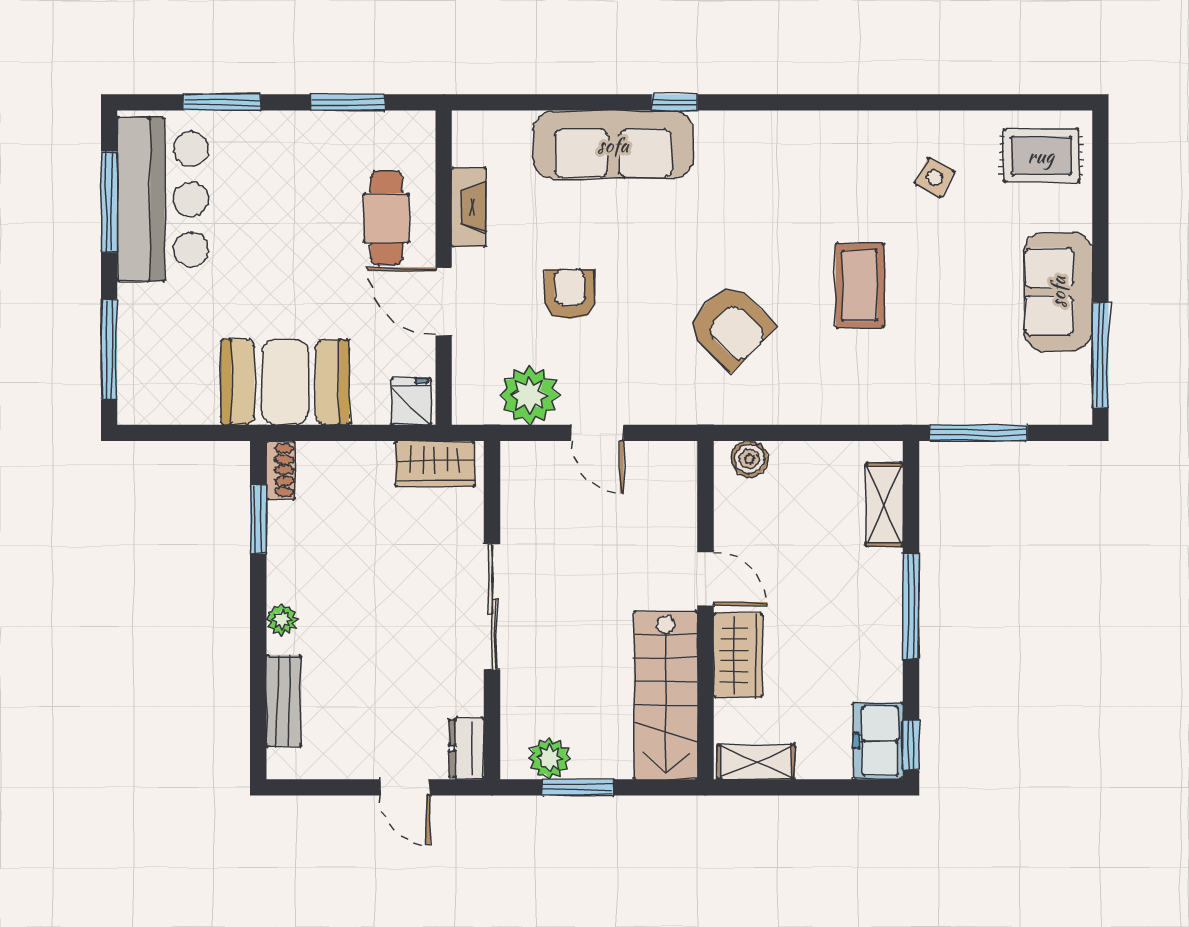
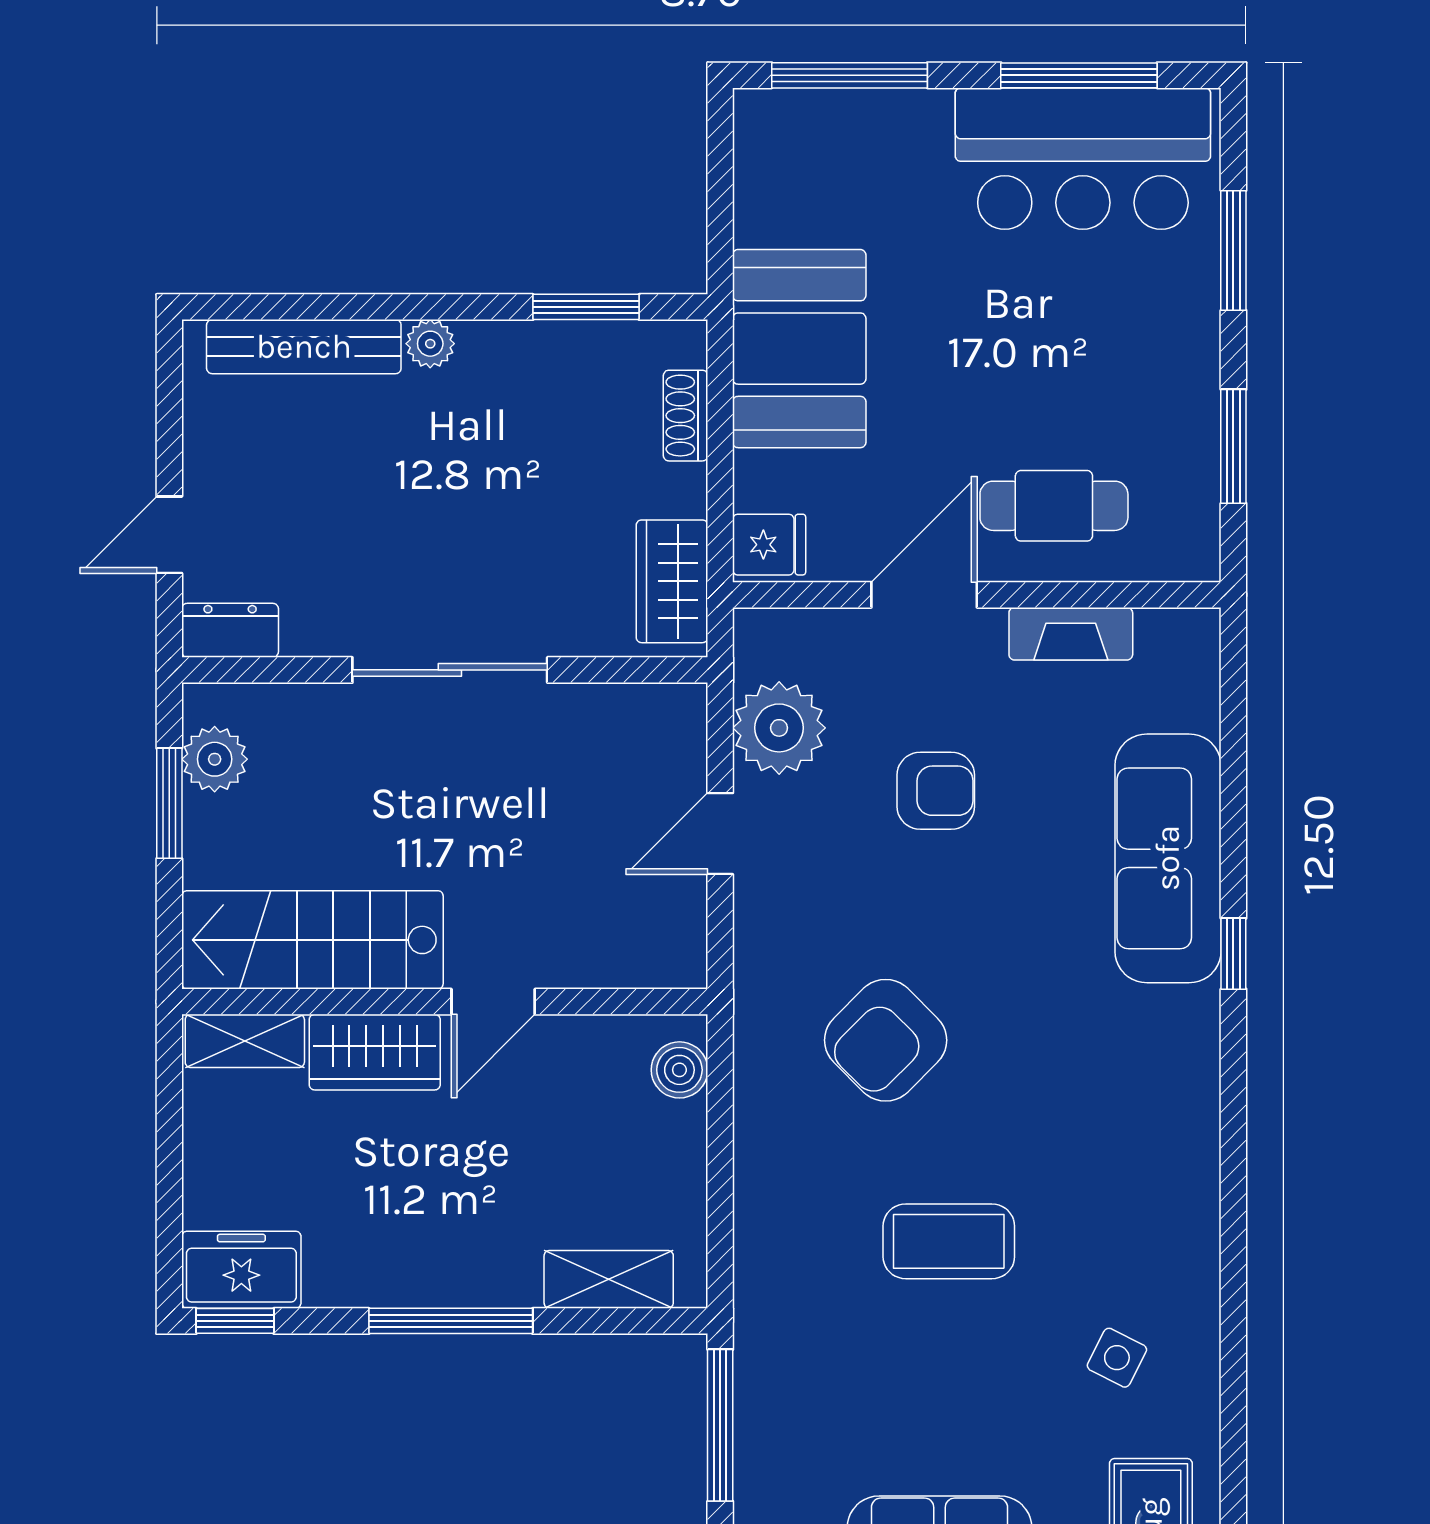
shoe rack: (281, 470) -> (686, 416), moved, turned 90
bench: (284, 701) -> (304, 347), width x1.36
shelving: (756, 762) -> (245, 1041), moved, turned 90

